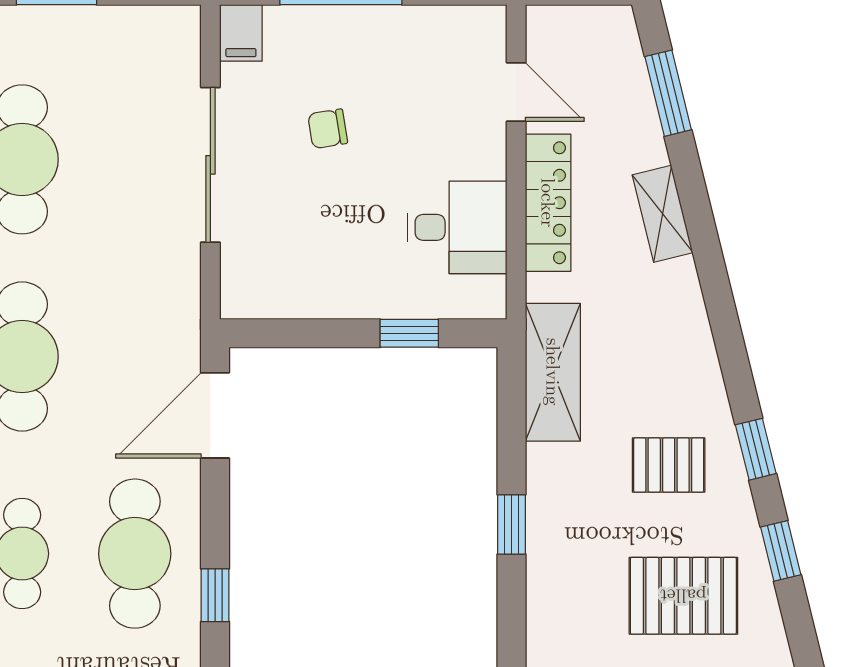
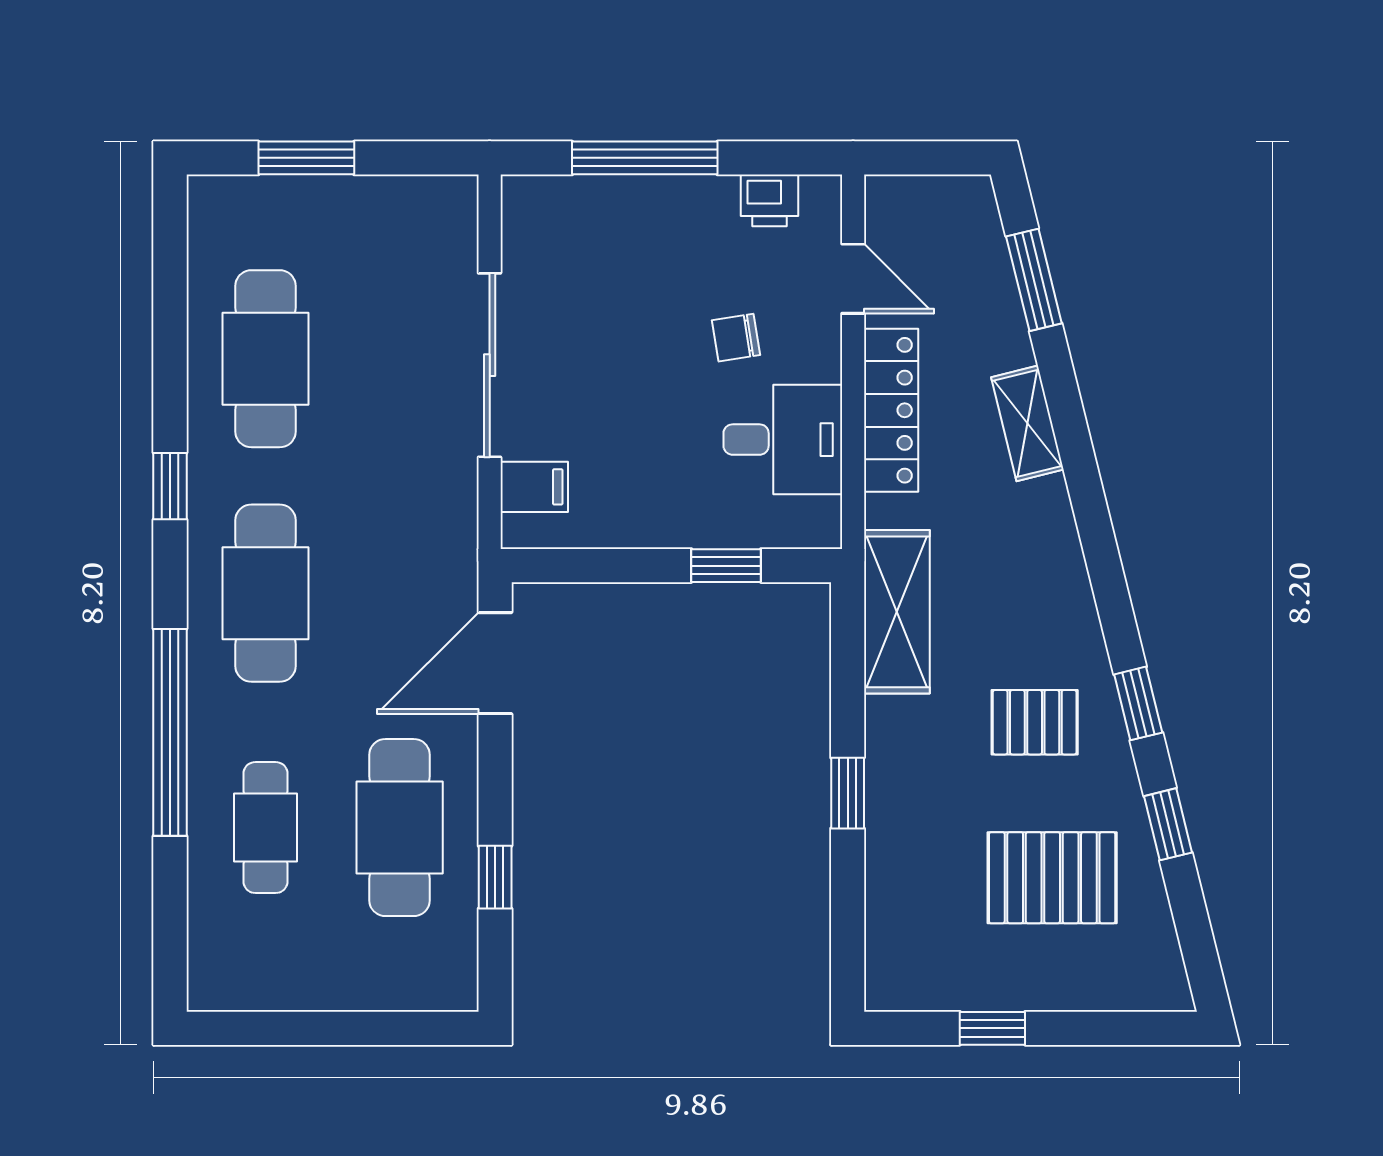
printer: (446, 26) -> (769, 200), added
filing cabinet: (241, 33) -> (534, 487), moved, turned -90
chair: (328, 129) -> (736, 338), moved

